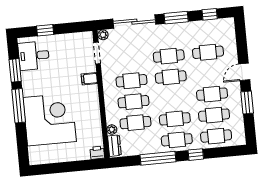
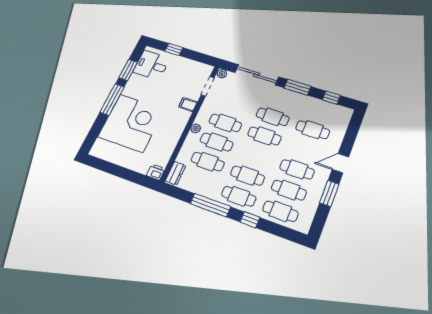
plant: (112, 130) -> (196, 128), moved

